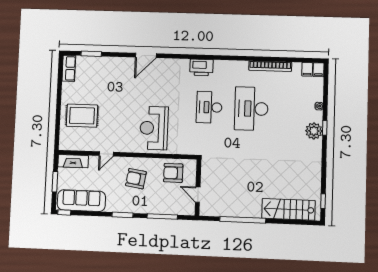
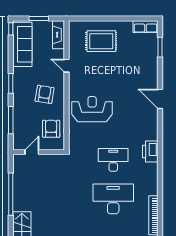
rug: (82, 116) -> (101, 41), turned 90

